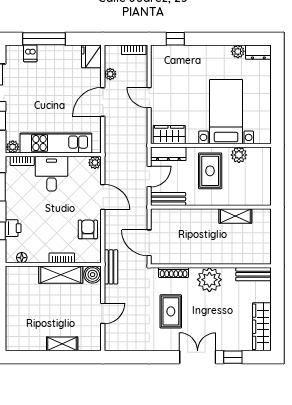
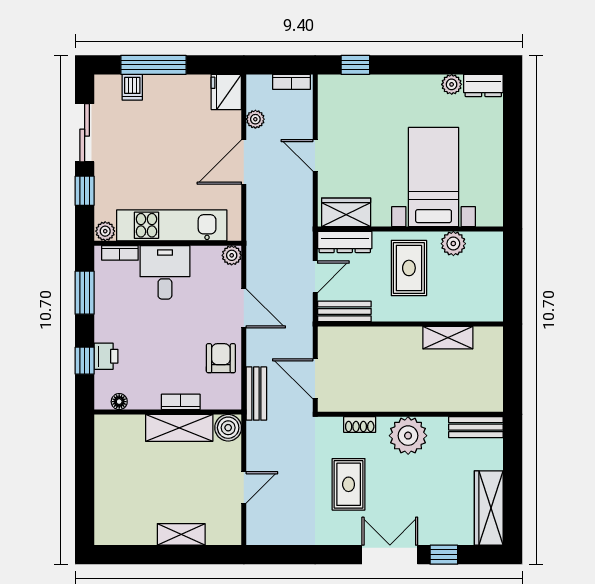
bench: (111, 267) -> (256, 394), moved
shoe rack: (174, 273) -> (360, 425), width x0.70

